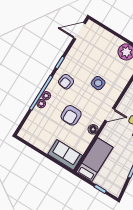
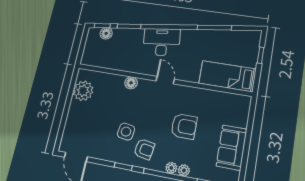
side table: (98, 83) -> (126, 132), moved
floor lamp: (93, 129) -> (131, 83), moved
sofa: (65, 155) -> (232, 147), moved

